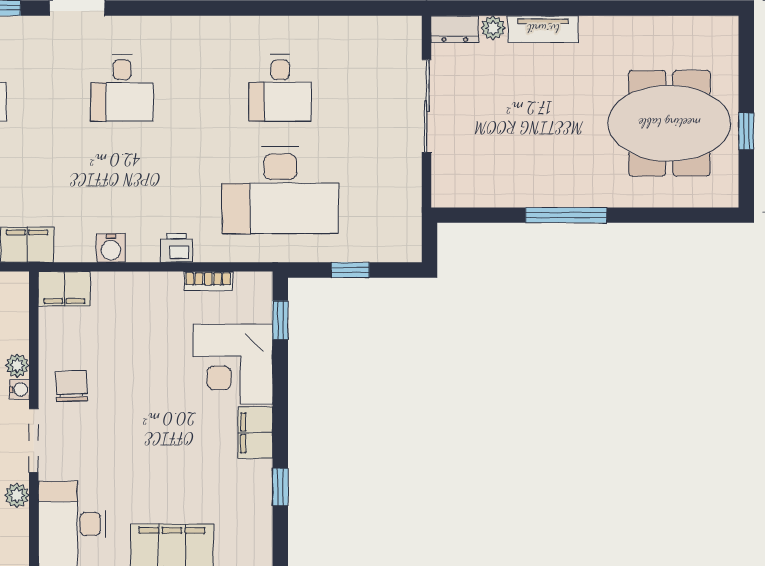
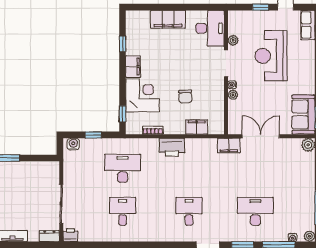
plant: (493, 28) -> (33, 237), removed
printer: (405, 31) -> (70, 235), added
desk: (280, 190) -> (123, 168), width x0.73, depth x0.77
water cooler: (111, 248) -> (73, 144), moved
printer: (176, 248) -> (172, 147), width x1.87, depth x1.48
filing cabinet: (64, 289) -> (197, 127), moved
chair: (71, 386) -> (185, 97), moved

